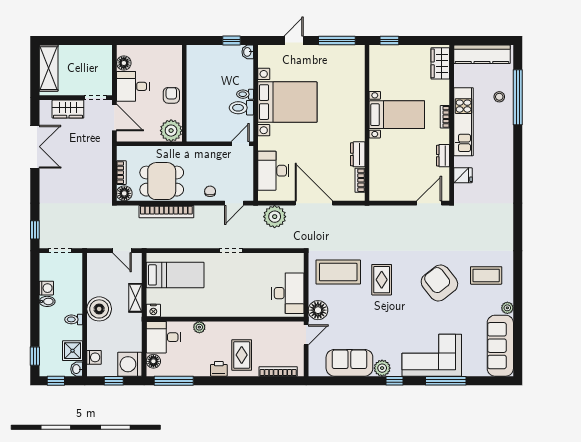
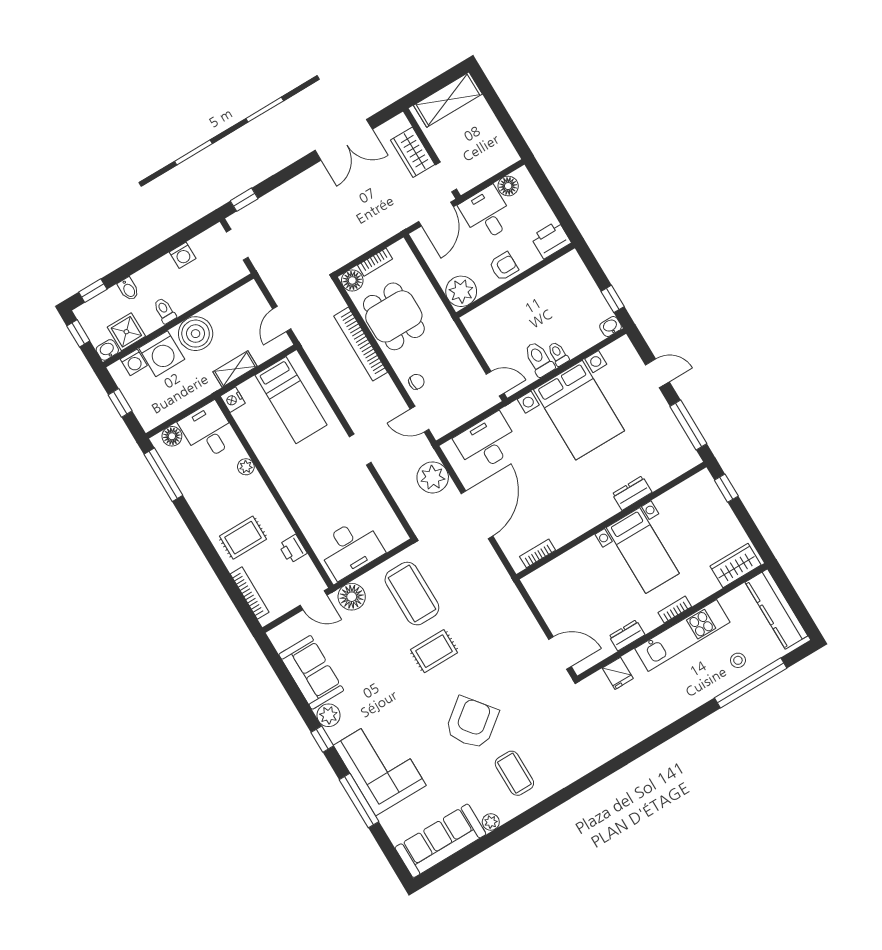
printer: (172, 57) -> (551, 240), added
dresser: (358, 154) -> (632, 493), moved
bidet: (47, 301) -> (128, 289), moved
washing machine: (130, 364) -> (162, 354), moved, turned 180
printer: (219, 369) -> (293, 549), moved, turned 180

